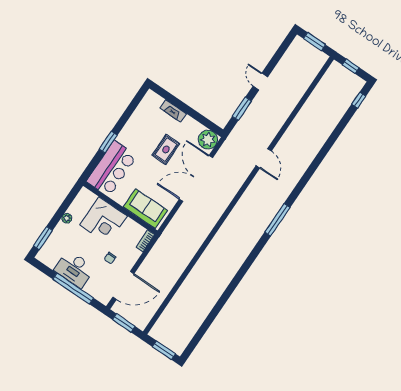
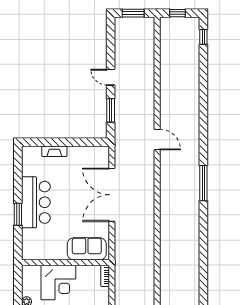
plant: (208, 140) -> (100, 156), removed
rug: (166, 149) -> (70, 188), removed
bar counter: (112, 169) -> (36, 202), moved

